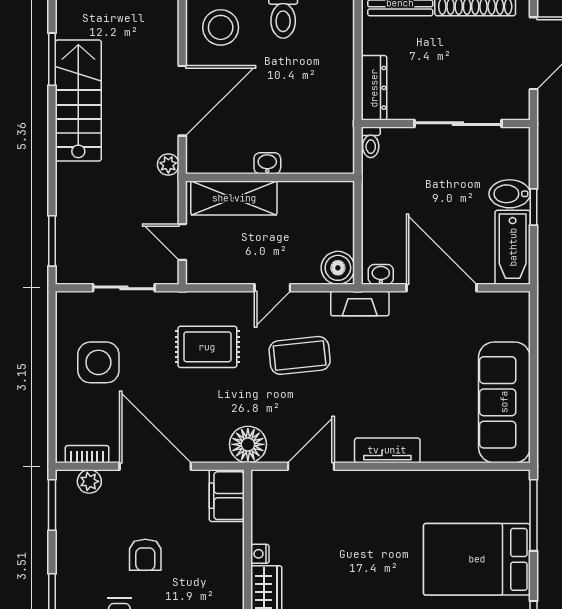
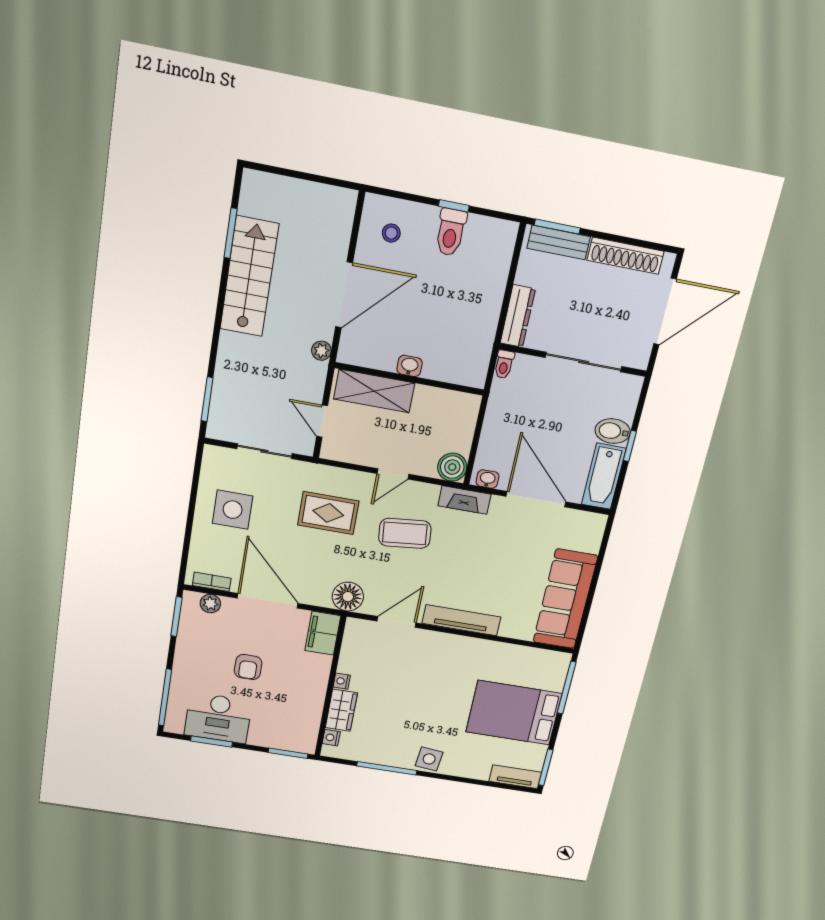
stool: (221, 27) -> (391, 233), width x0.53, depth x0.53
tv unit: (387, 450) -> (461, 620), width x1.41

